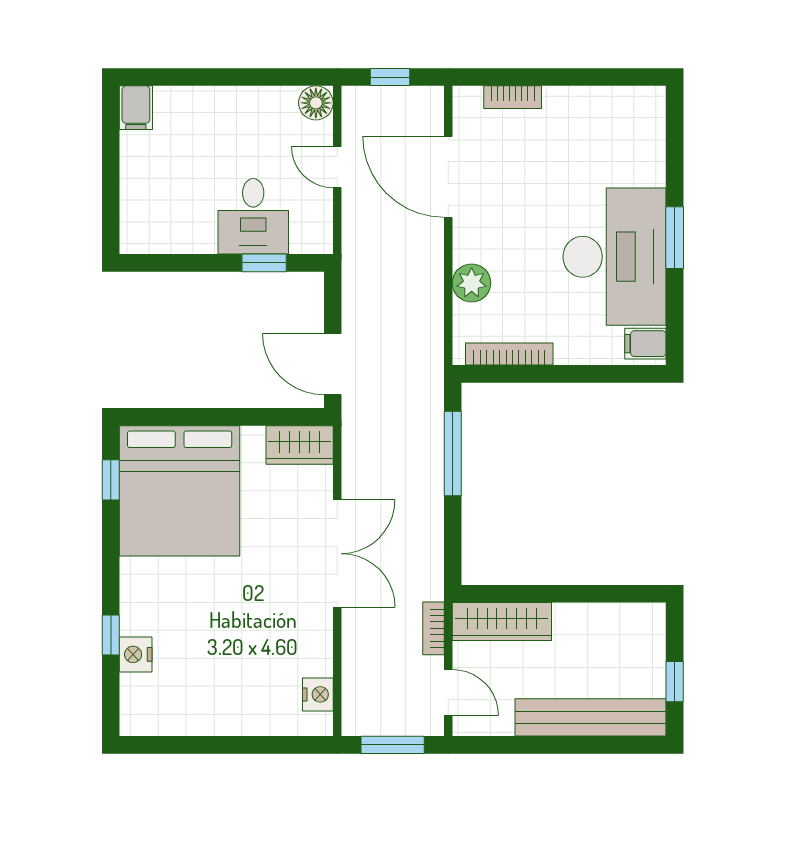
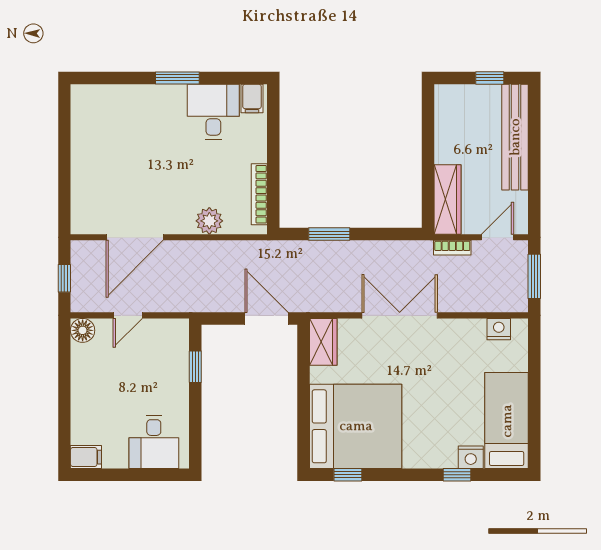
bookcase: (513, 97) -> (79, 192), removed
desk: (253, 216) -> (154, 442), moved, turned 90
desk: (615, 257) -> (213, 112), width x0.53, depth x0.77
door: (333, 364) -> (266, 319), swing flipped
window: (453, 453) -> (329, 234), width x0.69
bed: (188, 706) -> (507, 421), added

